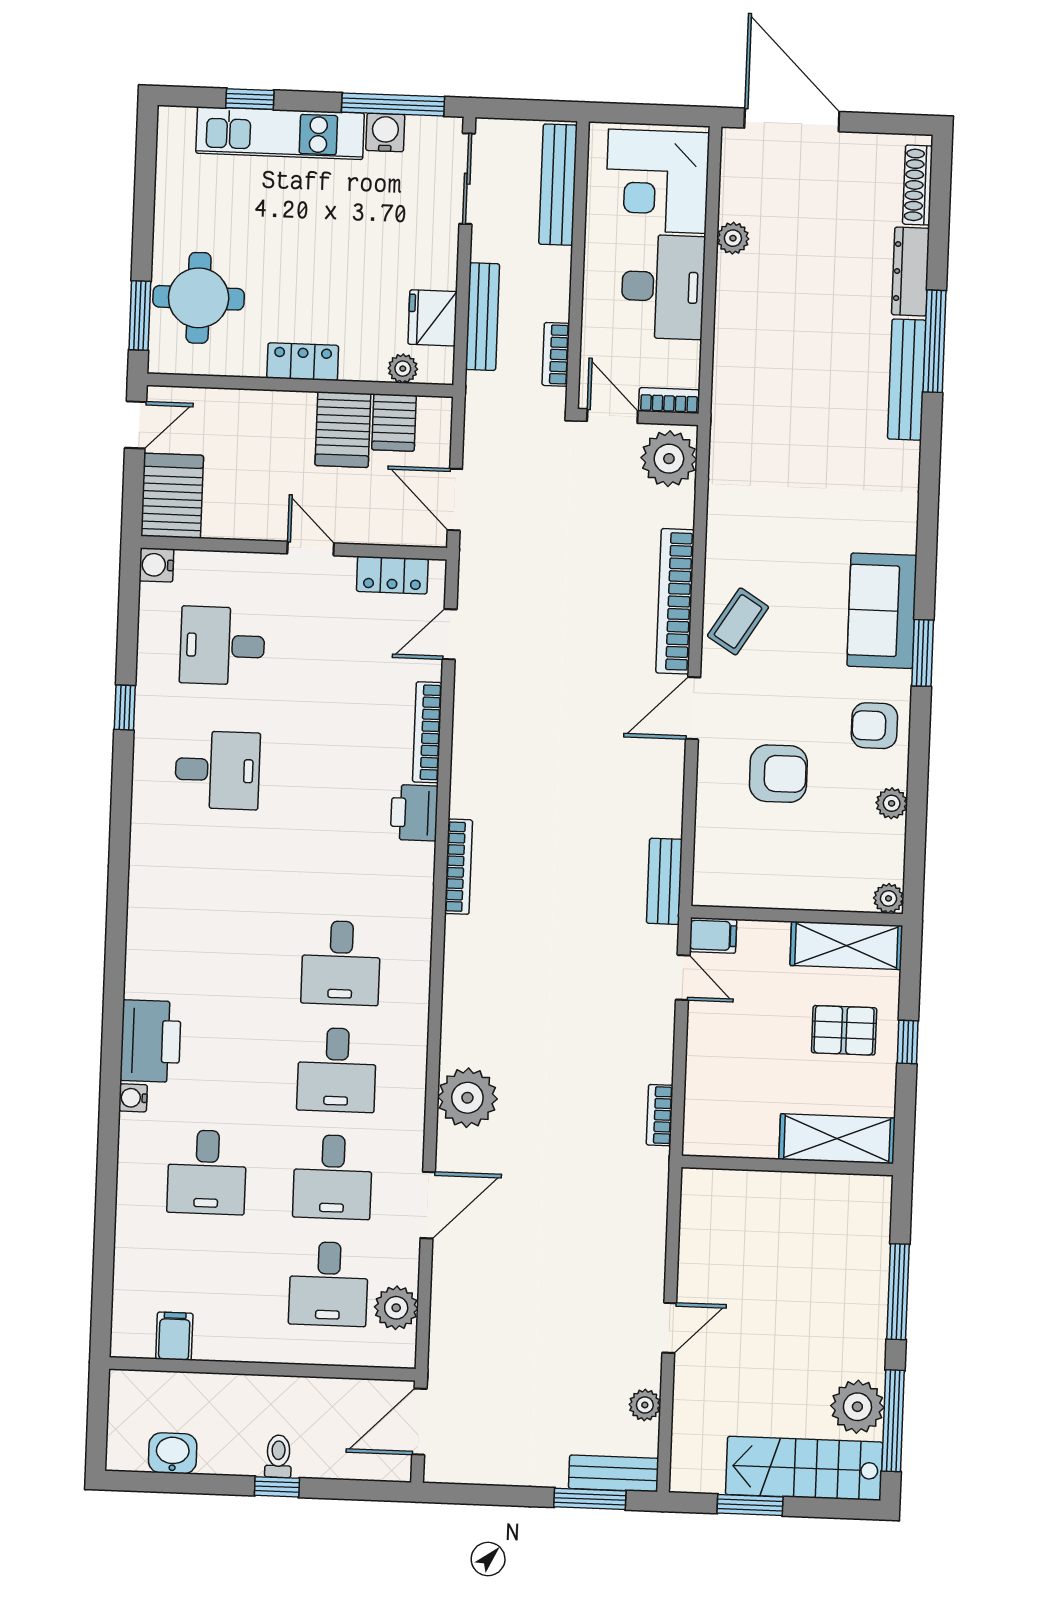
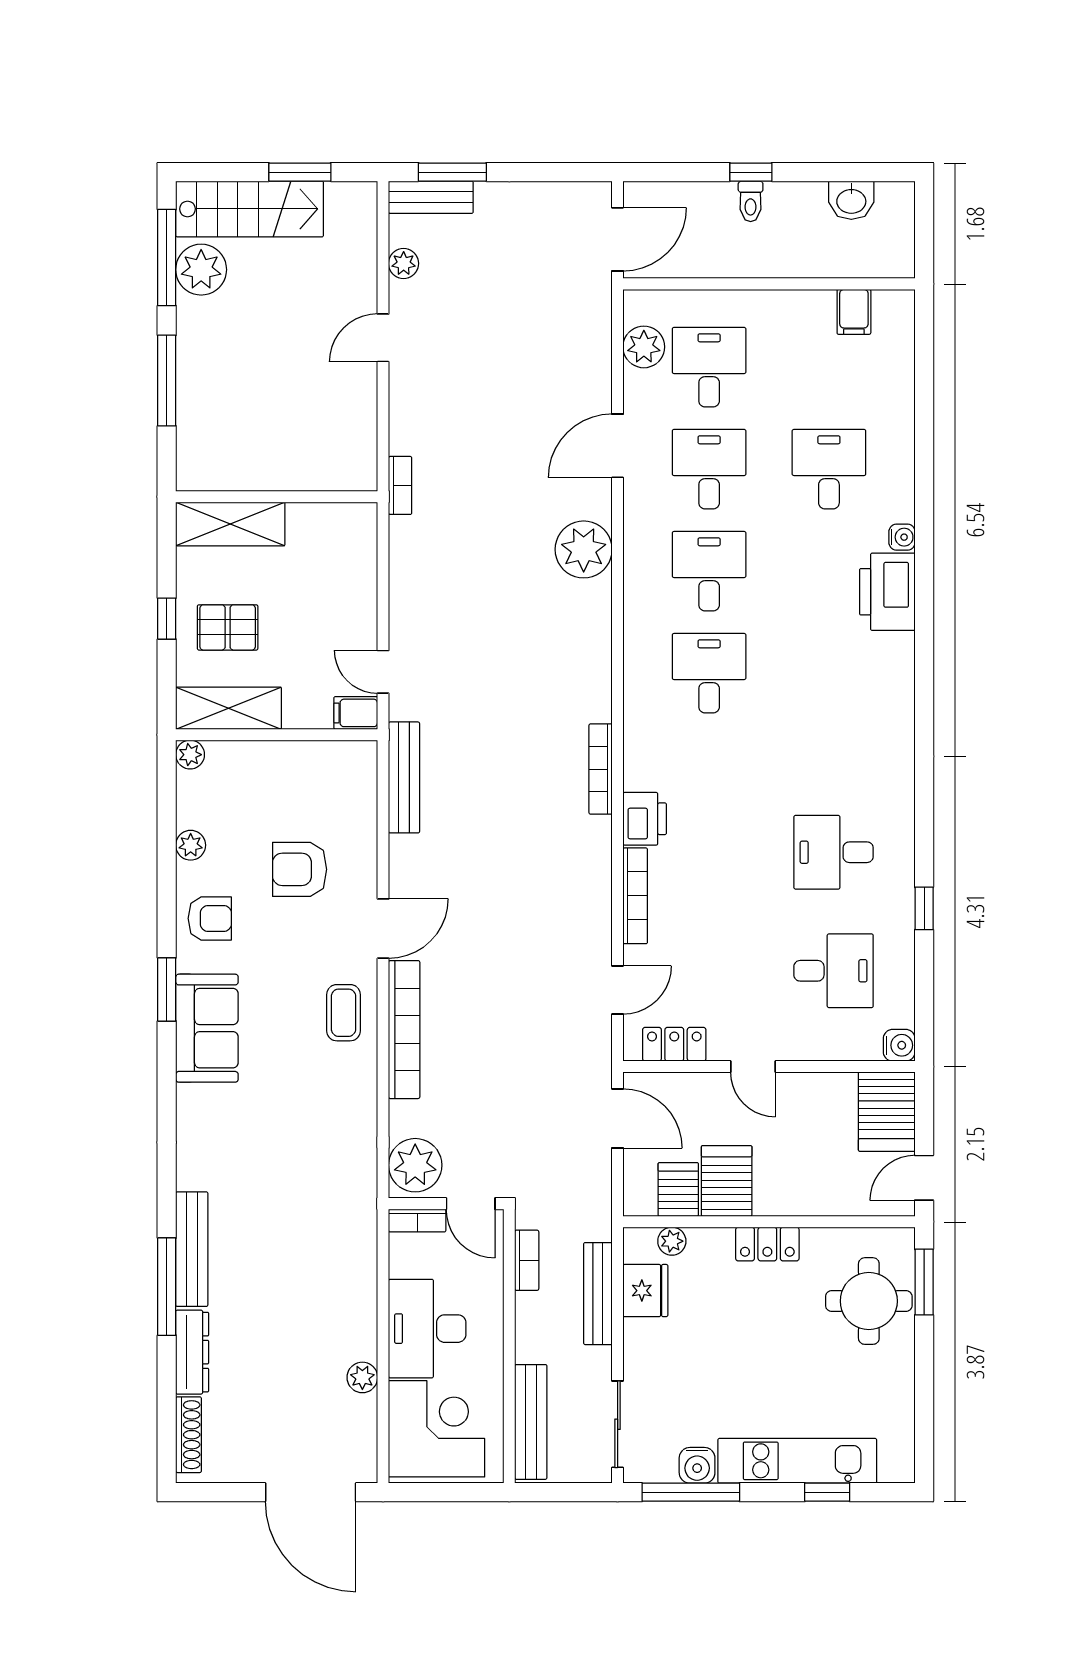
coffee table: (738, 621) -> (344, 1013), turned -32
bench: (664, 881) -> (404, 777), width x1.36
bookcase: (660, 1115) -> (400, 485), moved

